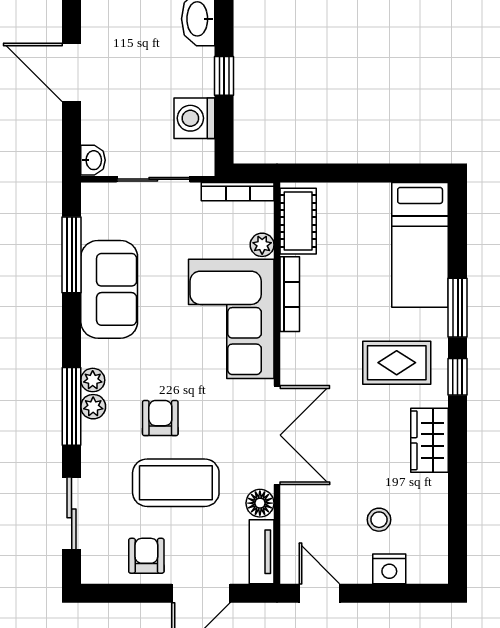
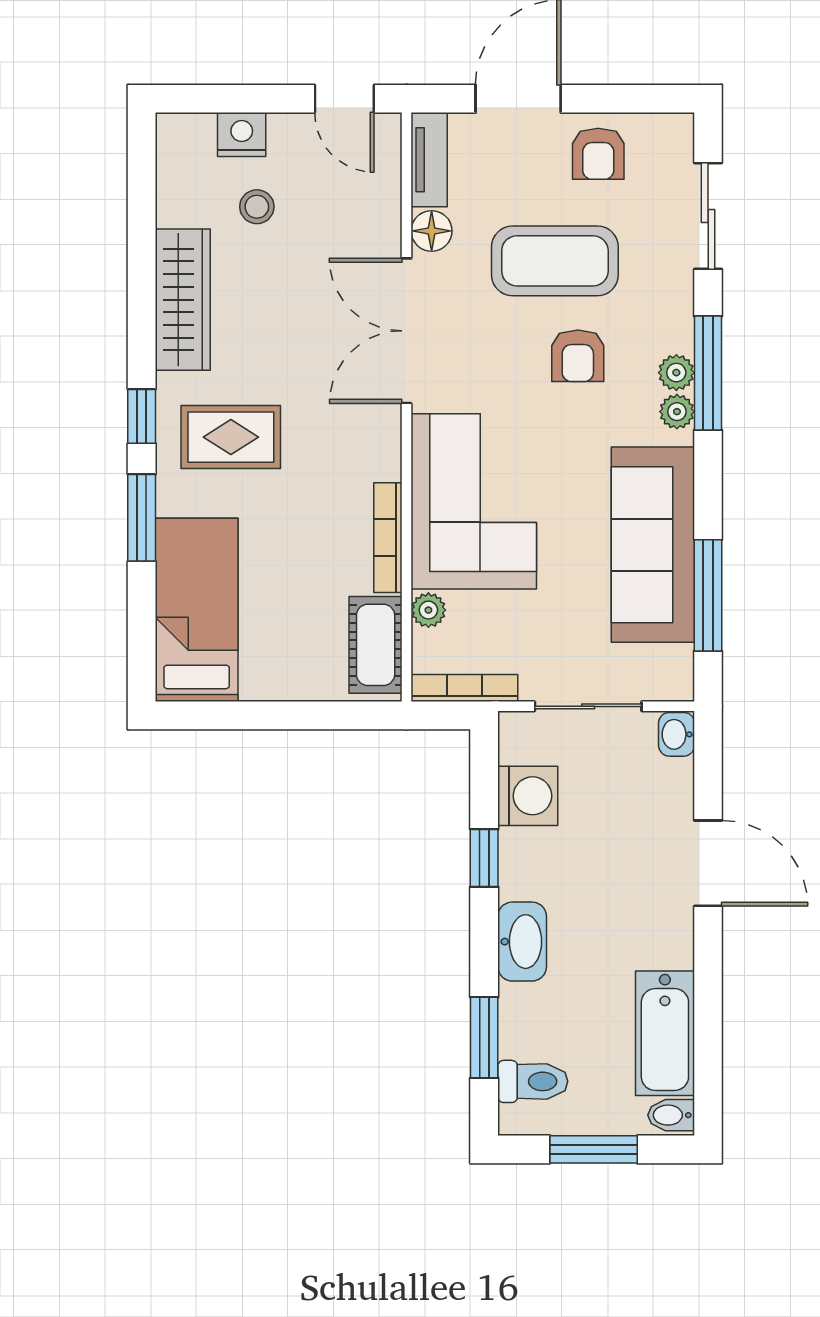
sofa: (109, 289) -> (653, 545), width x1.36
wardrobe: (430, 440) -> (183, 300), width x1.50

